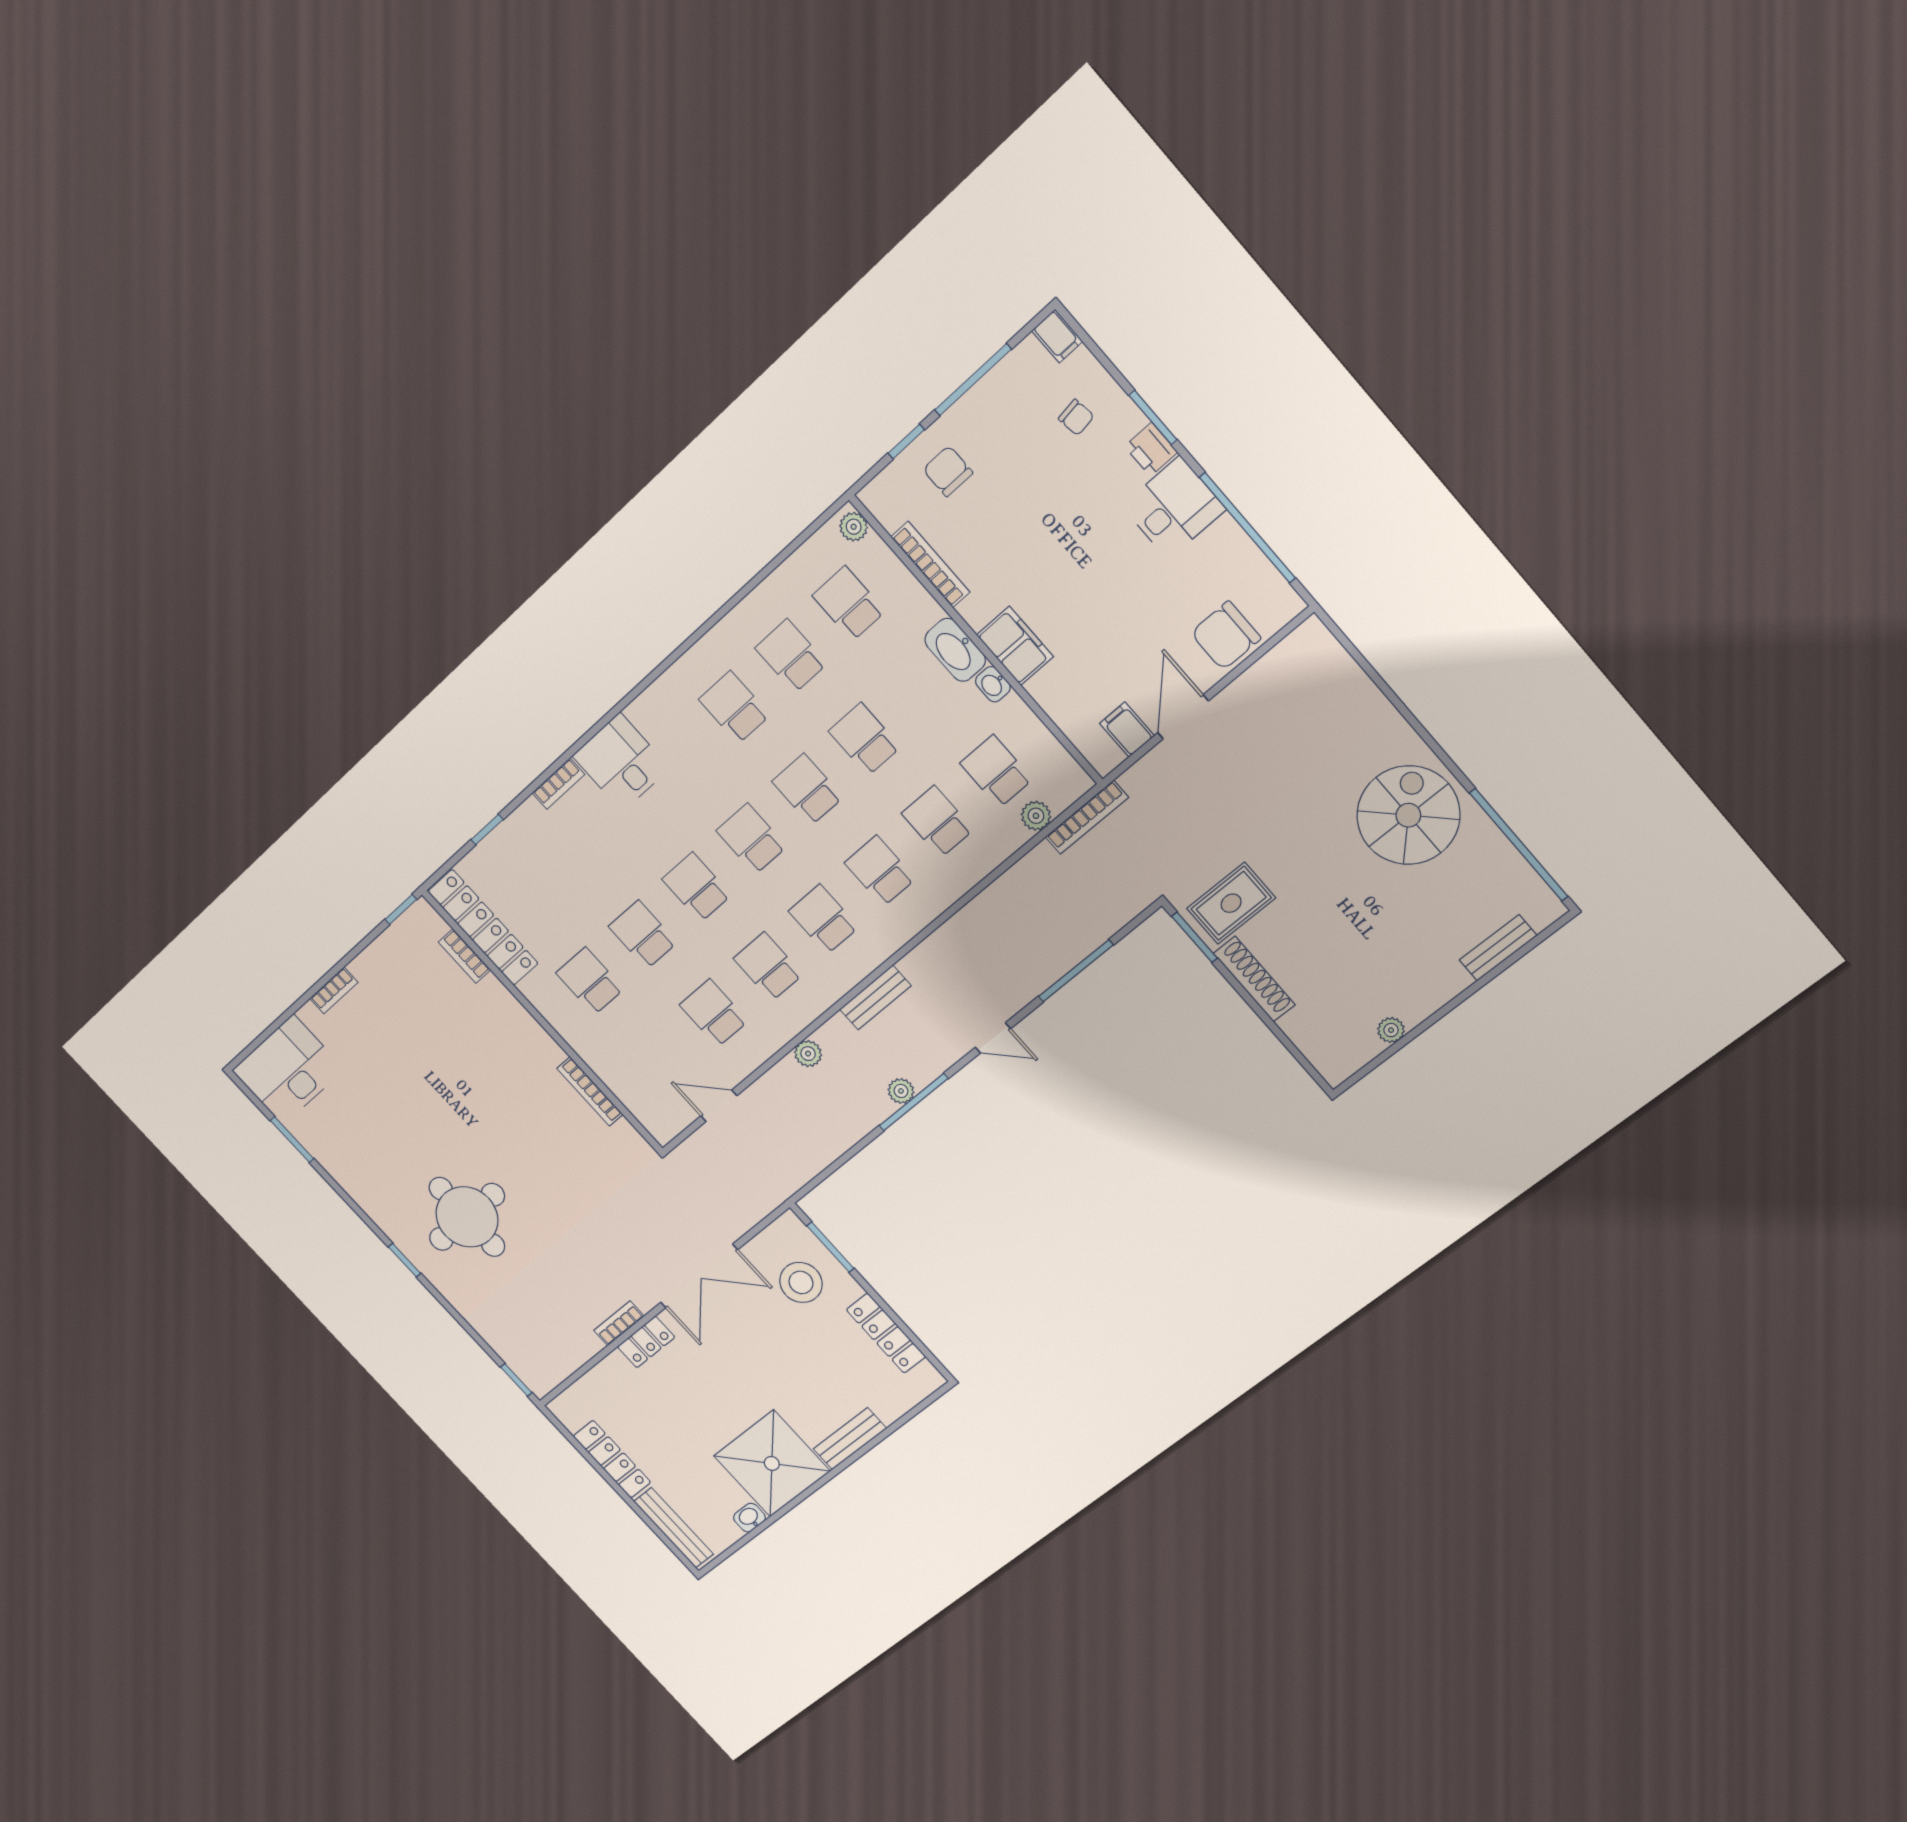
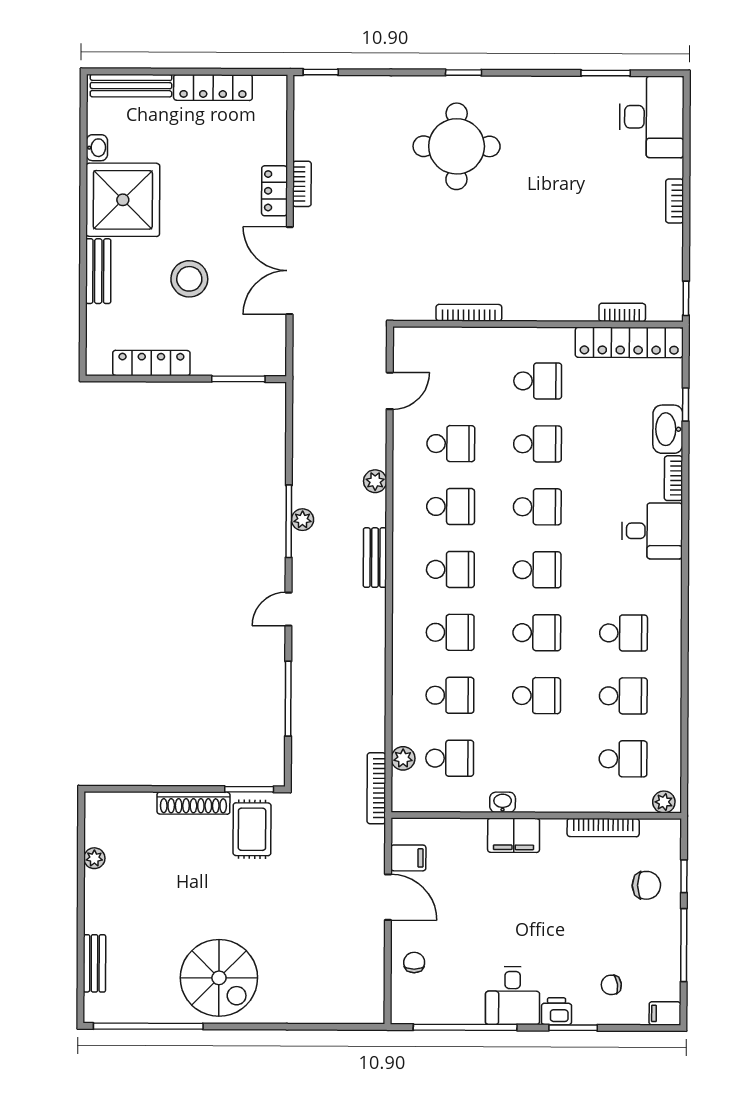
chair: (1226, 636) -> (414, 963), width x0.54, depth x0.54
washbasin: (955, 650) -> (668, 429), moved, turned -90
stool: (801, 1282) -> (189, 279), moved

